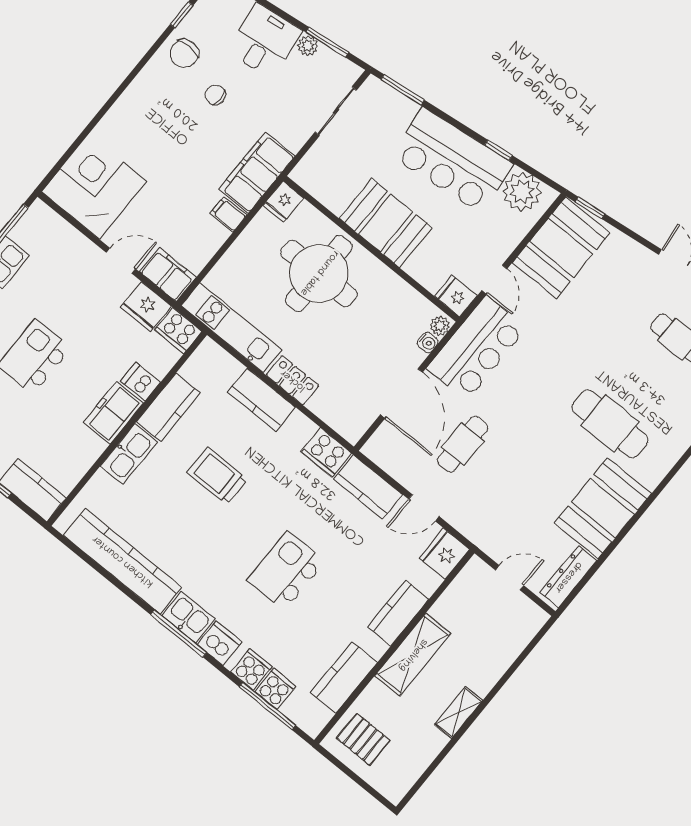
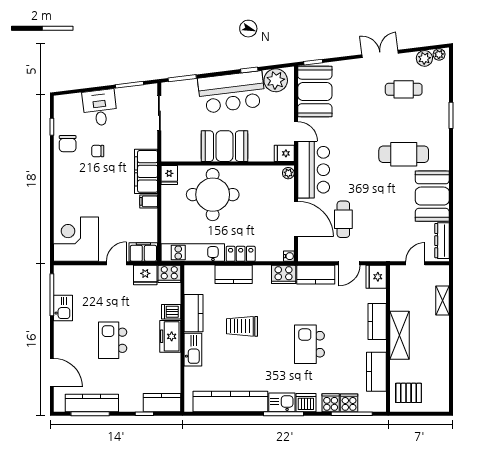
plant: (308, 46) -> (122, 94), removed
water cooler: (428, 342) -> (289, 256), moved
shelving: (459, 713) -> (443, 300), moved

